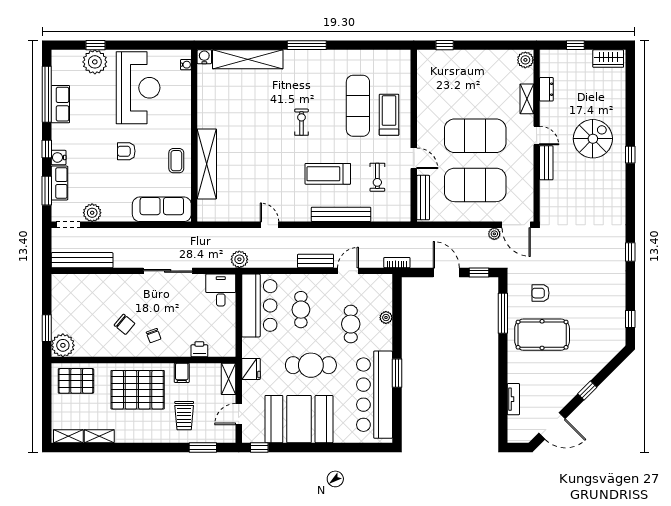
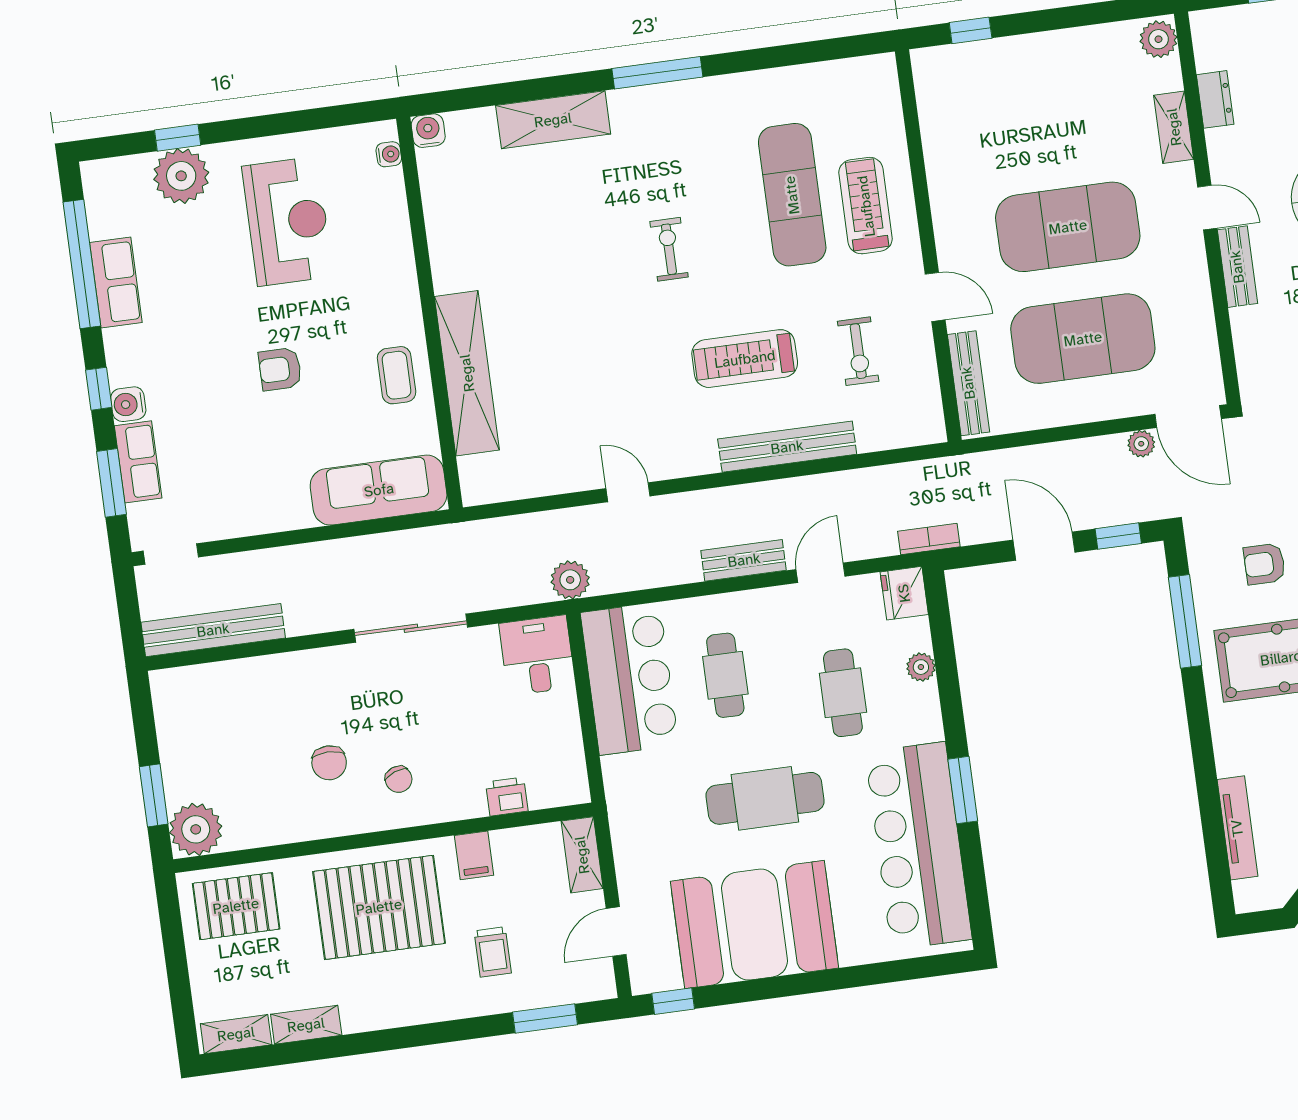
shelving: (248, 59) -> (553, 120), width x0.68
reception desk: (138, 88) -> (287, 221), width x0.74, depth x0.77
plant: (92, 213) -> (221, 519), removed
chair: (124, 324) -> (329, 763), turned 50
fridge: (251, 369) -> (904, 593), moved, turned 180
tv unit: (513, 399) -> (1237, 828), width x1.41
trolley: (184, 416) -> (493, 952), width x0.73, depth x0.72

